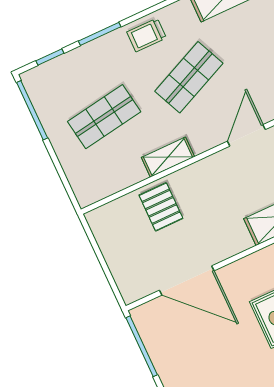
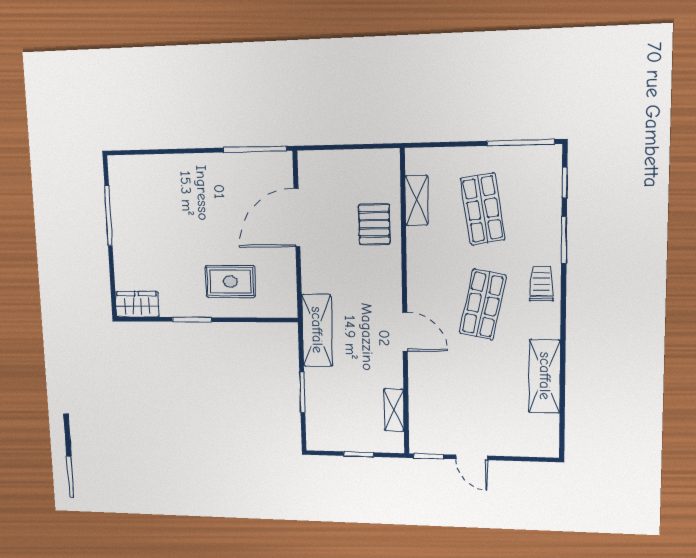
shop shelf: (189, 77) -> (483, 305), turned 36
shelving: (168, 157) -> (417, 200), moved
pallet: (161, 207) -> (374, 224), turned 90

